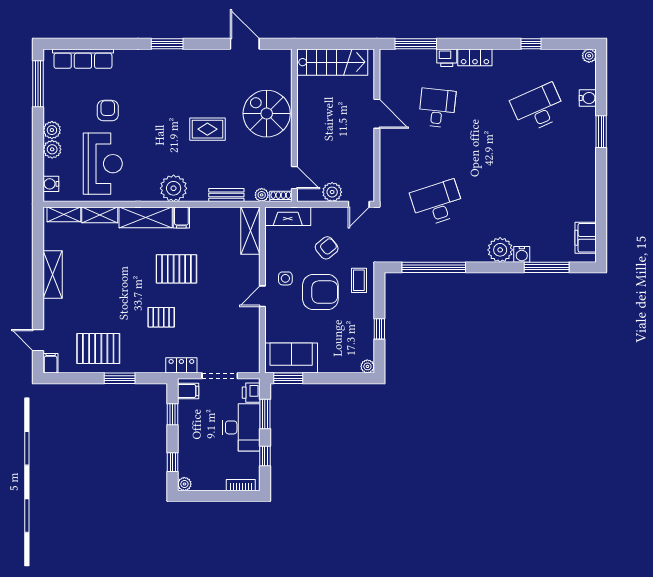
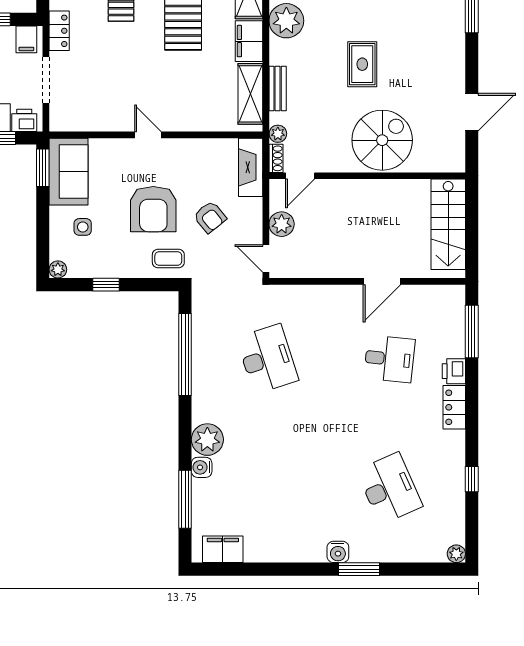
water cooler: (588, 98) -> (338, 552), moved
filing cabinet: (181, 217) -> (249, 41), width x2.00
shelving: (250, 231) -> (250, 94), moved, turned 90
side table: (285, 278) -> (83, 227), moved

